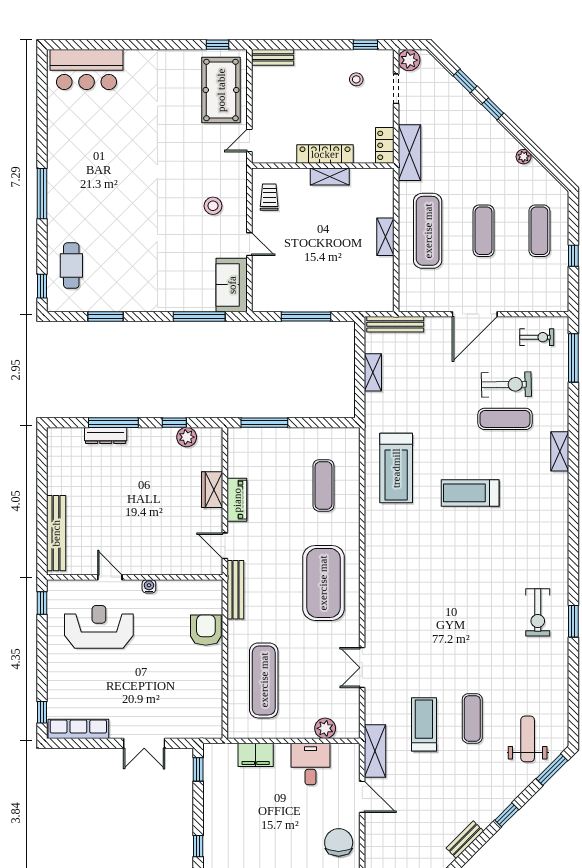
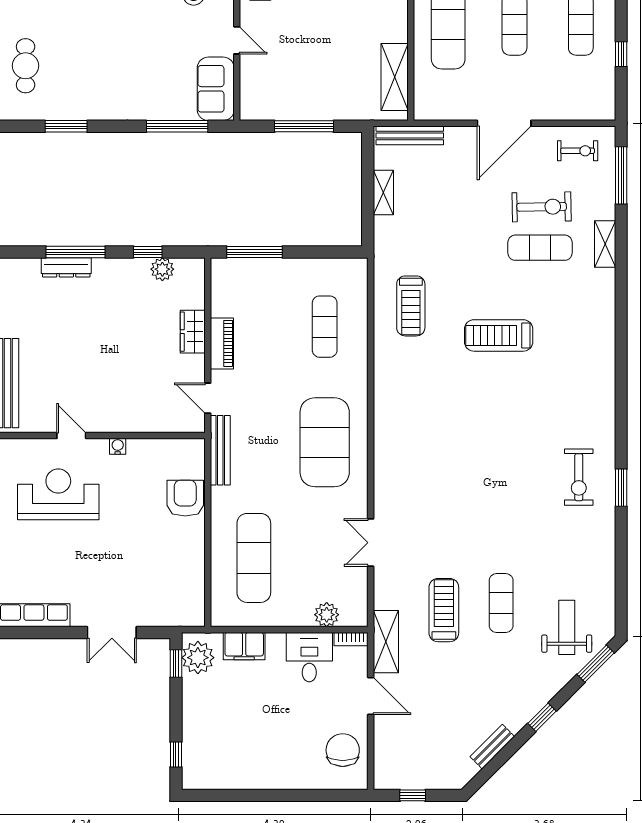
shelving: (385, 237) -> (395, 77), moved, width x1.50, depth x1.33
shelving: (560, 451) -> (605, 244), moved
treadmill: (396, 468) -> (411, 306), width x0.73, depth x0.73
bookcase: (346, 749) -> (351, 639), added
plant: (217, 764) -> (198, 658), added

